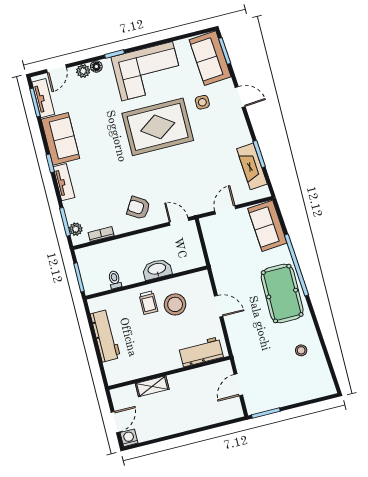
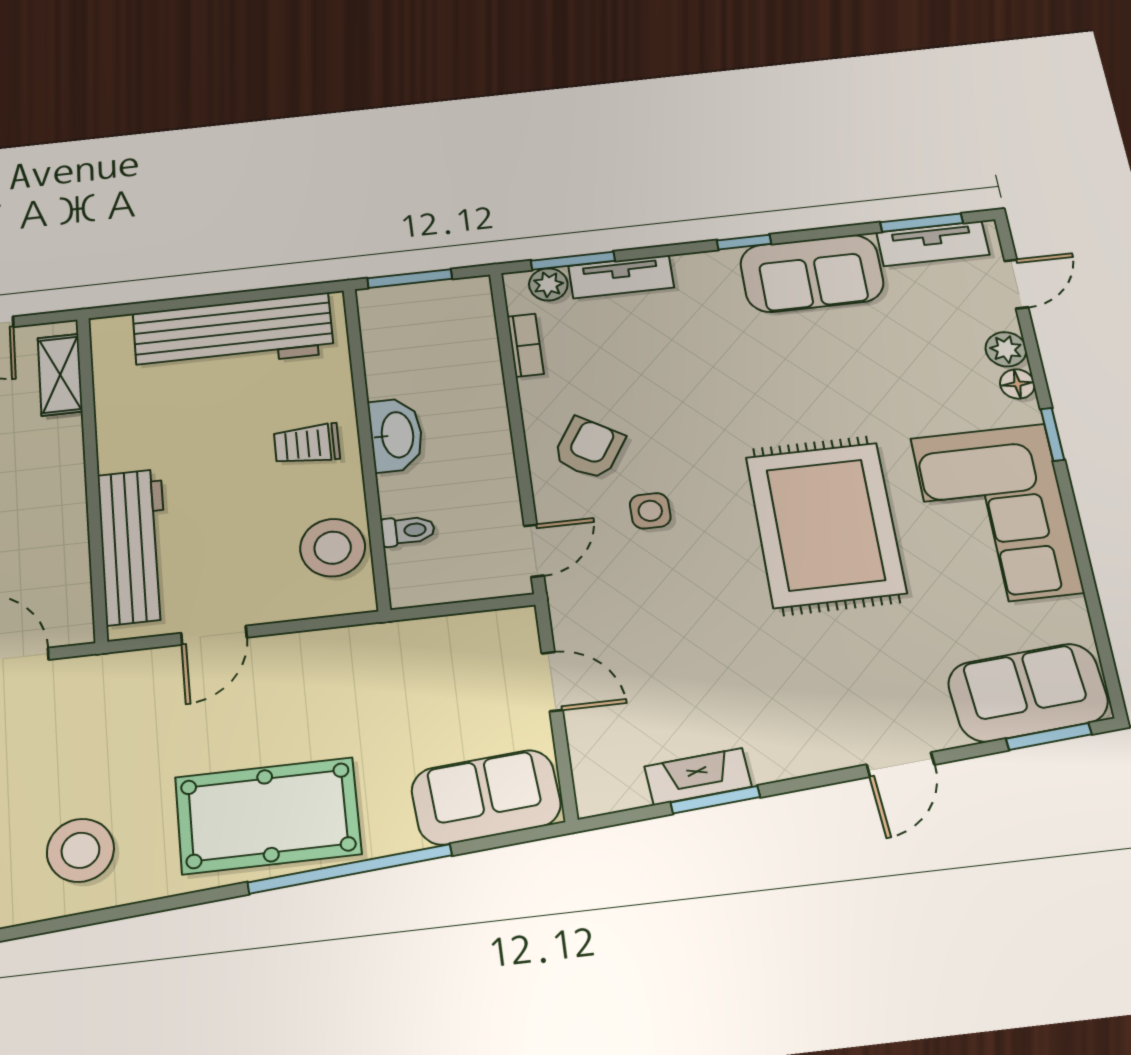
door: (56, 69) -> (1016, 284), swing flipped
side table: (202, 102) -> (650, 511), moved
fireplace: (252, 166) -> (698, 777), width x0.73, depth x0.76
tv unit: (64, 182) -> (621, 277), moved
washbasin: (157, 269) -> (396, 435), moved
toilet: (115, 280) -> (408, 531), moved
stool: (175, 304) -> (333, 548), moved
door: (219, 306) -> (214, 635), moved
workbench: (105, 336) -> (233, 333), width x1.36, depth x1.32
stool: (301, 350) -> (80, 850), width x1.89, depth x1.89
workbench: (201, 352) -> (134, 546), width x1.38
shelving: (152, 386) -> (60, 375), moved

